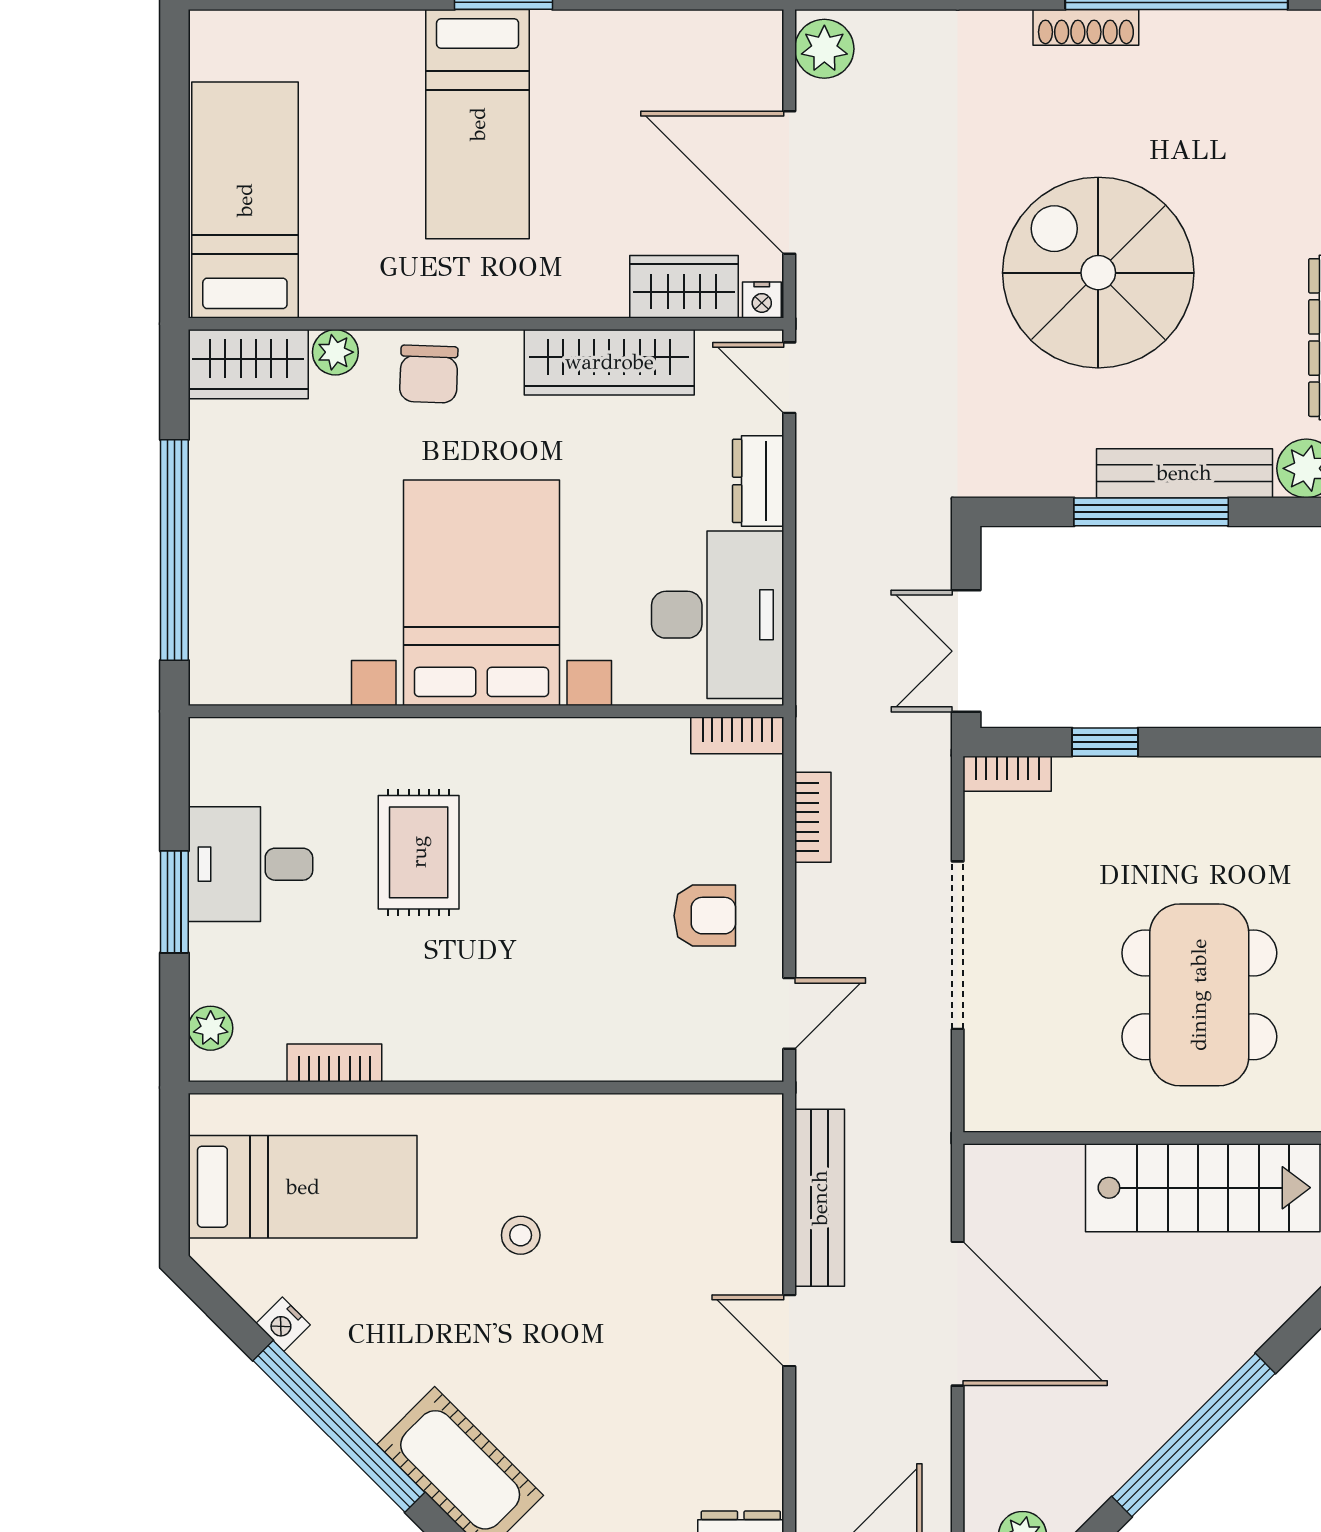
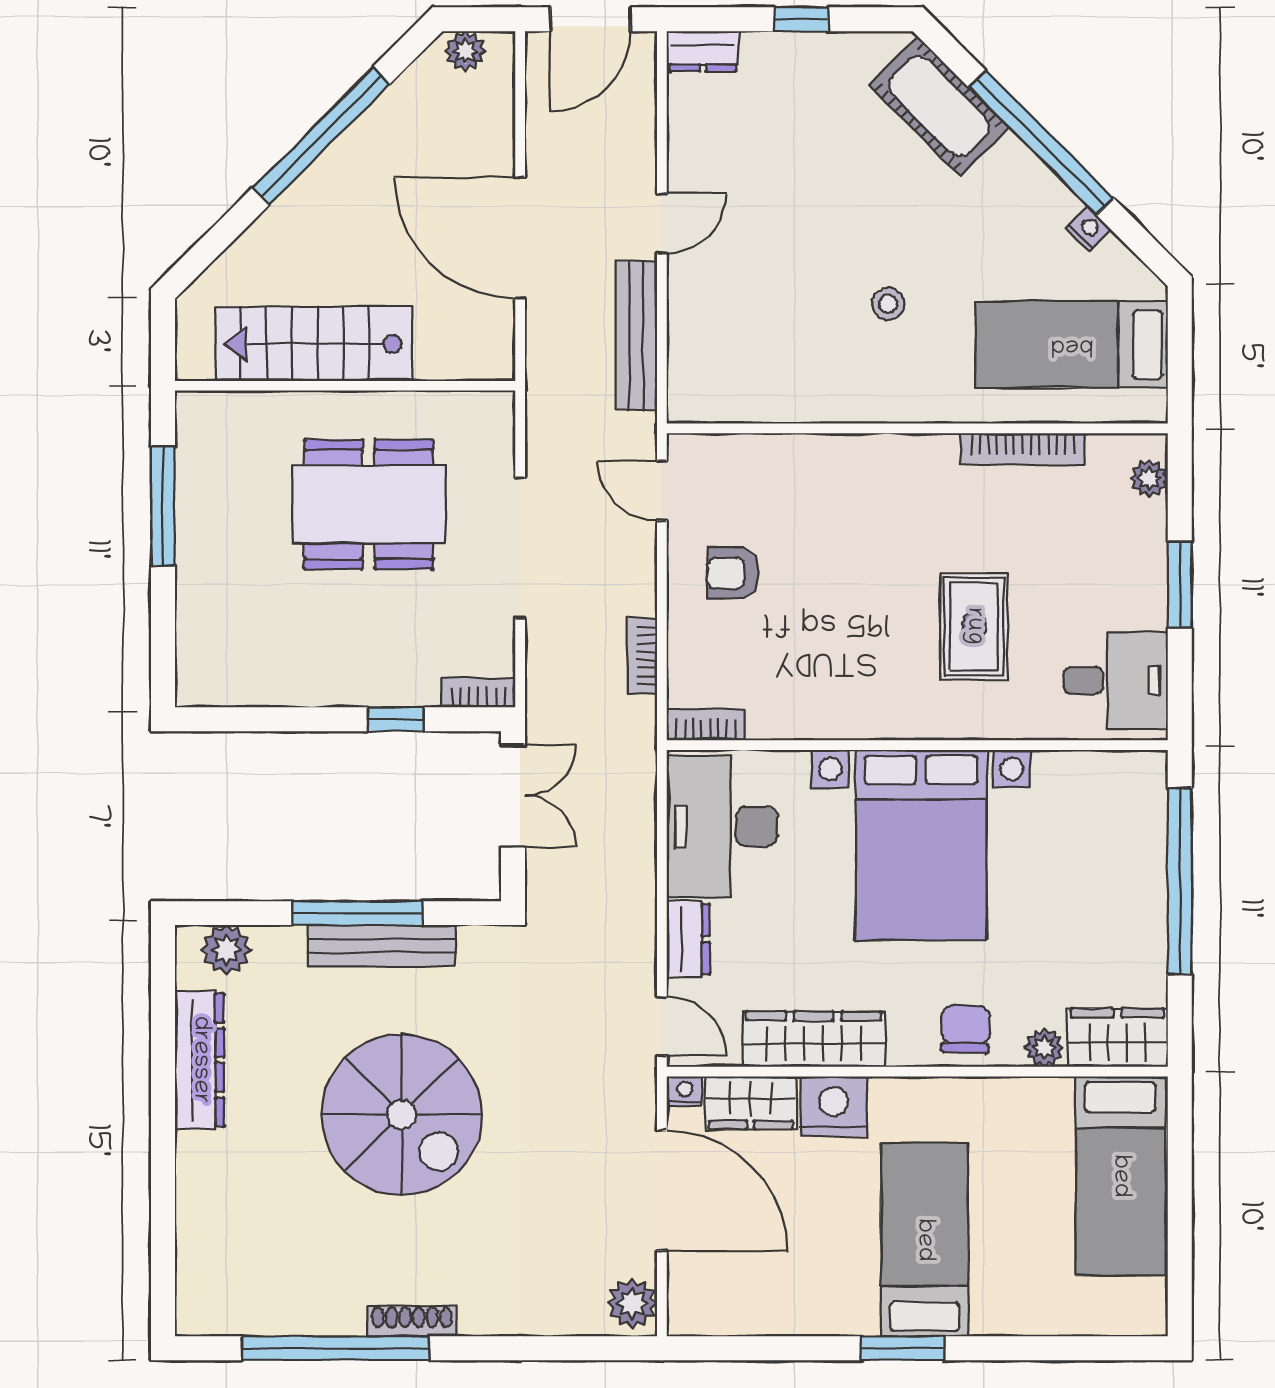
nightstand: (585, 282) -> (834, 1106), added
bench: (1184, 473) -> (382, 946), moved
desk: (250, 864) -> (1116, 680), moved
dining table: (1199, 995) -> (369, 504), moved, turned 90
door: (789, 1013) -> (662, 491), hinge flipped
bookcase: (334, 1063) -> (1023, 449), width x1.56
door: (789, 1331) -> (662, 223), hinge flipped

